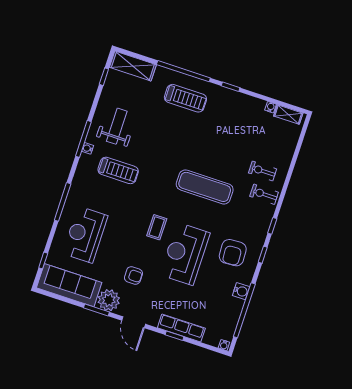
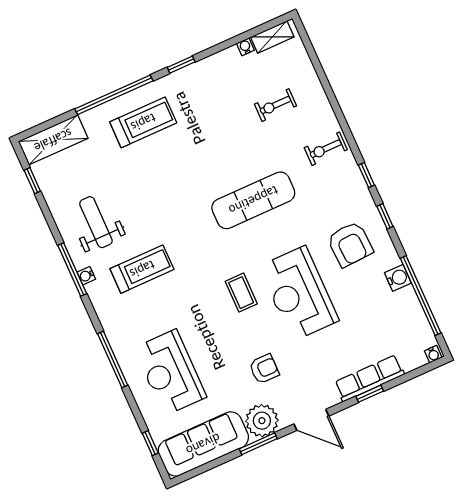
exercise bike: (263, 171) -> (275, 105), moved

